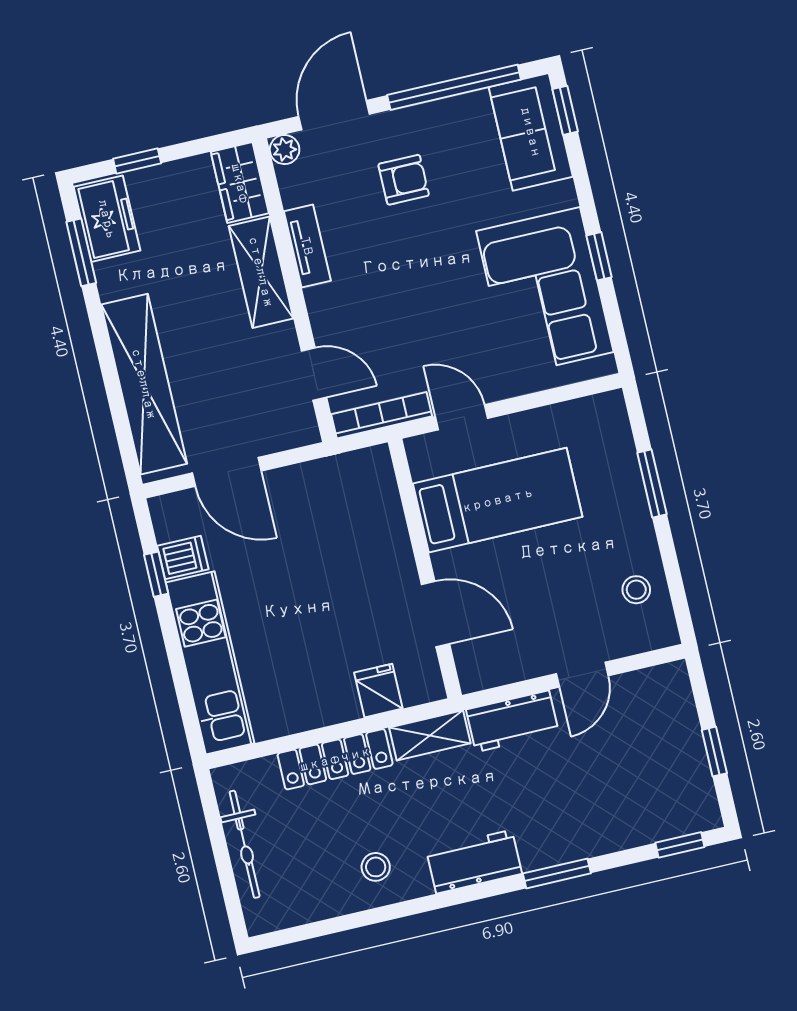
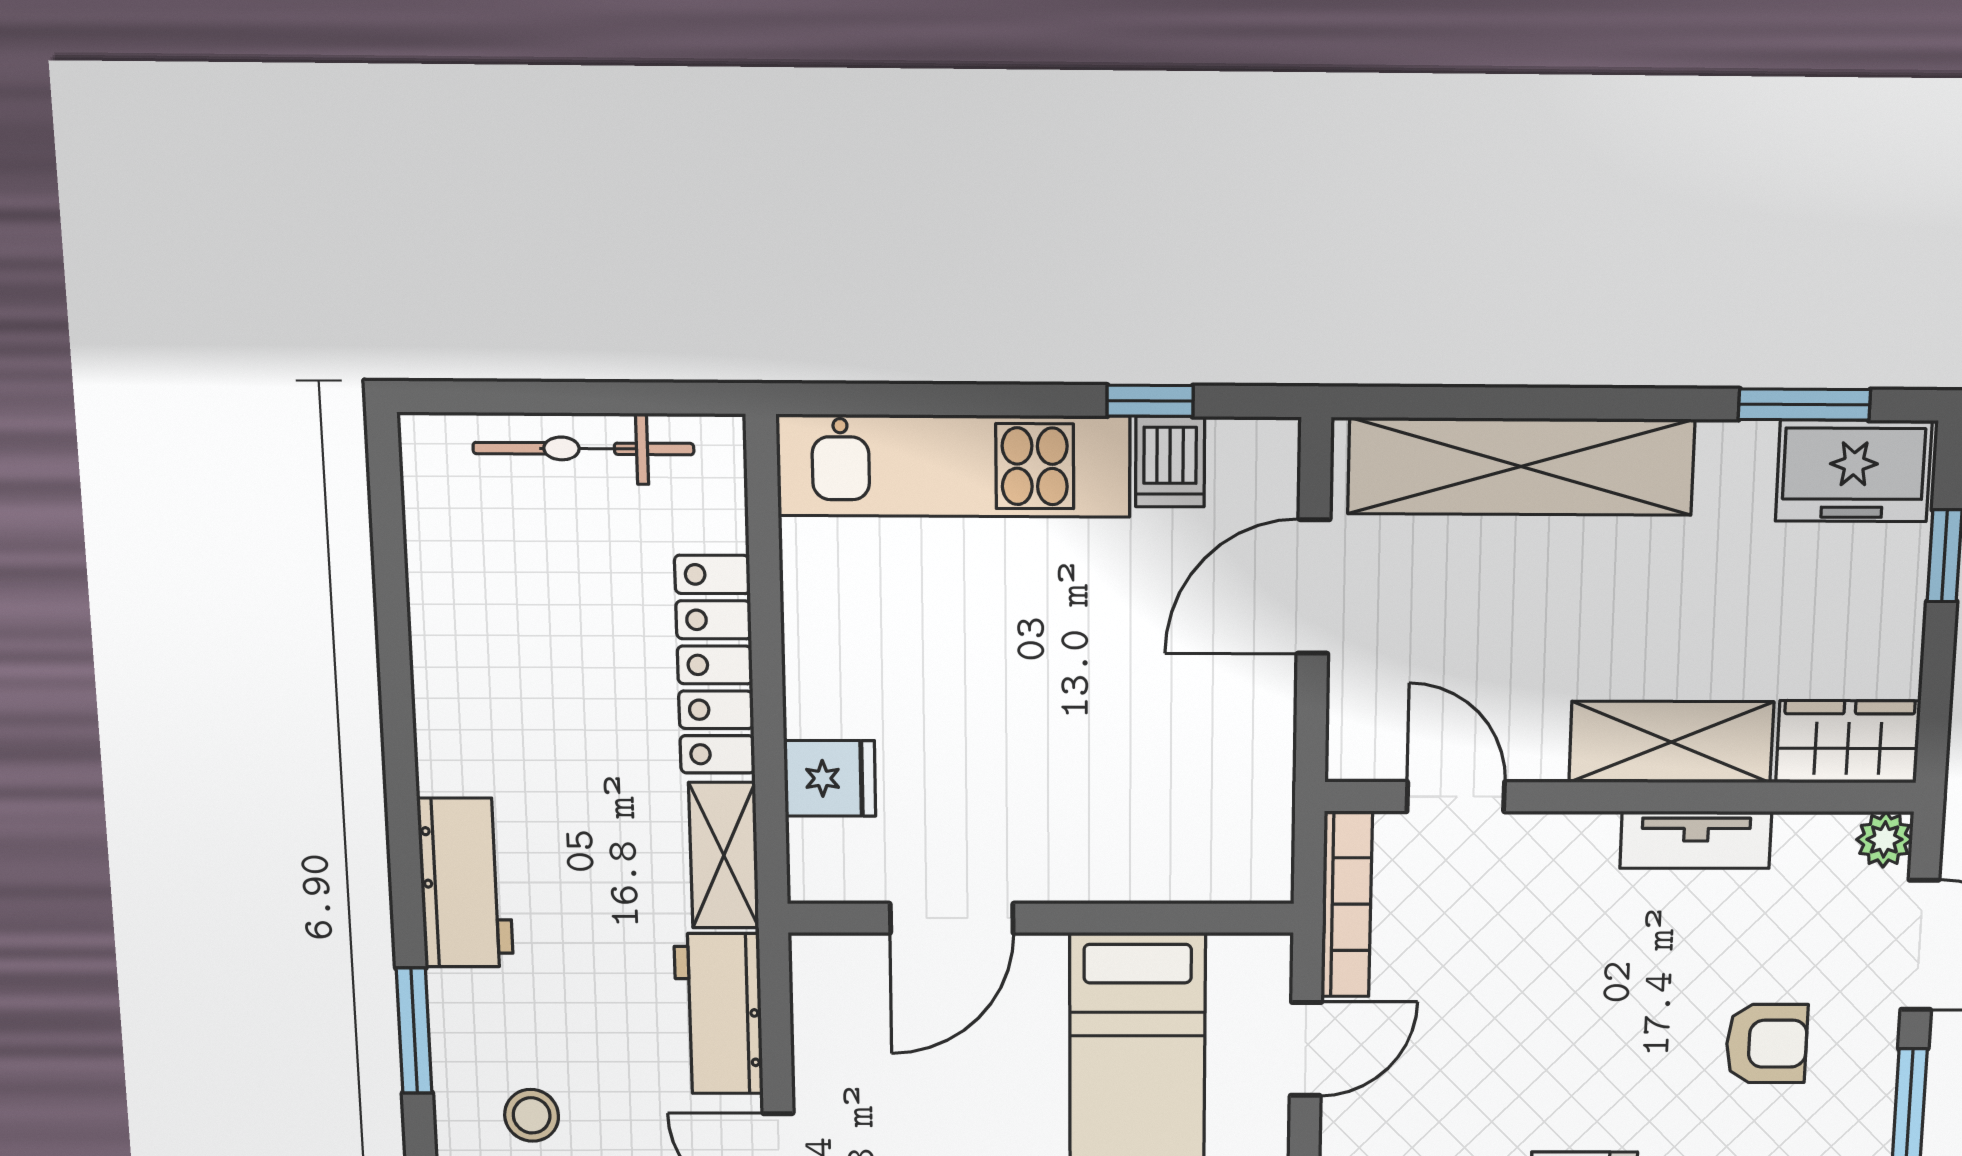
armchair: (404, 180) -> (1767, 1044), turned -90
door: (314, 374) -> (1456, 797), swing flipped
stool: (376, 867) -> (532, 1115), moved

